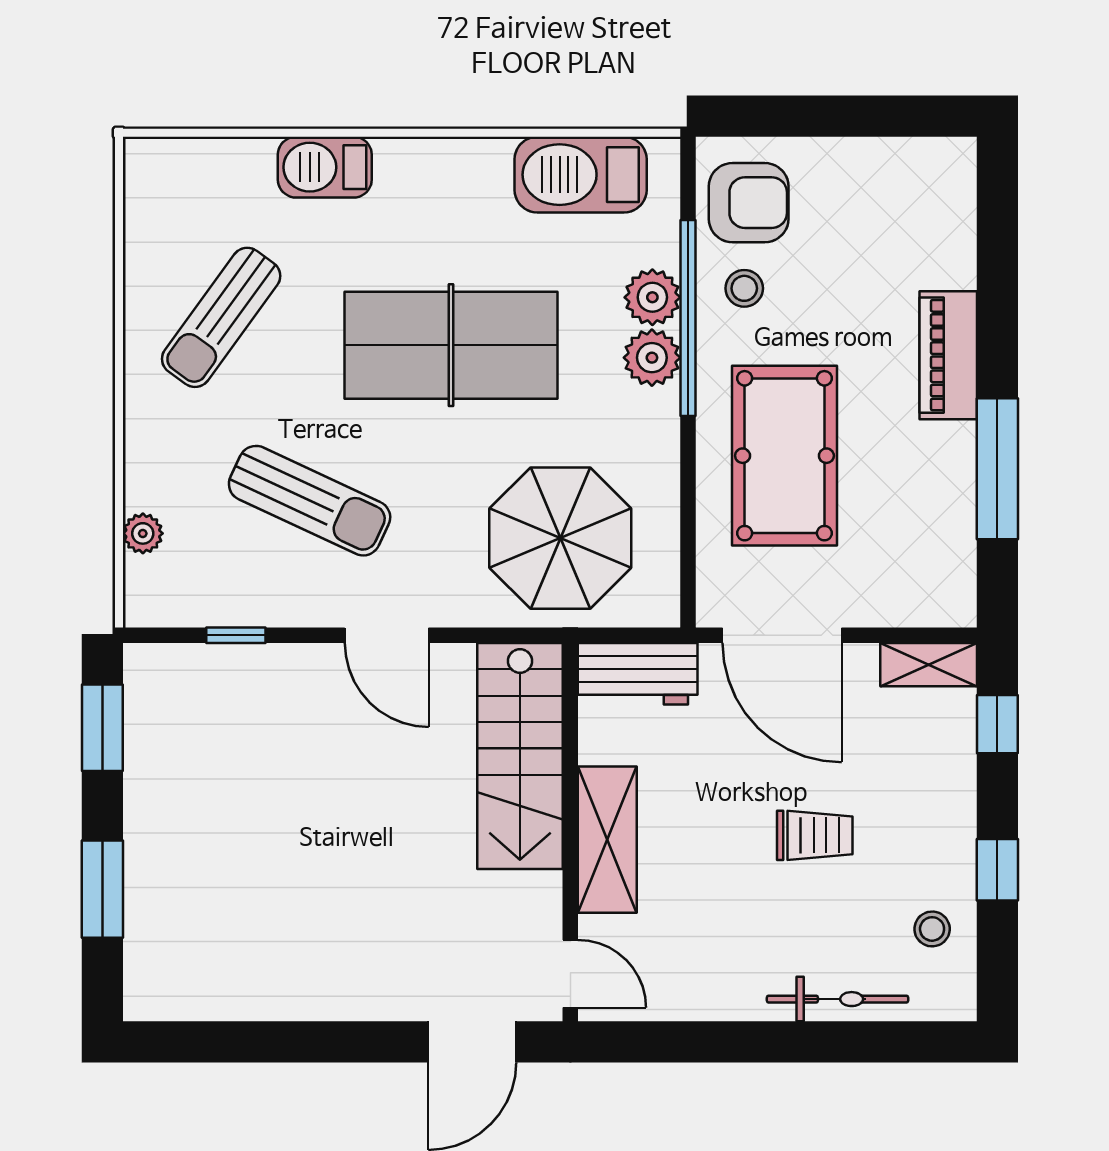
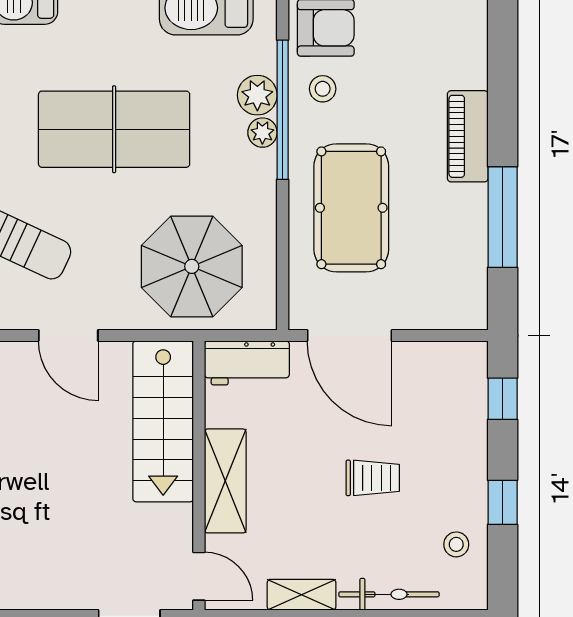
plant: (652, 358) -> (262, 133), width x0.73, depth x0.73
shelving: (929, 665) -> (302, 595), moved

